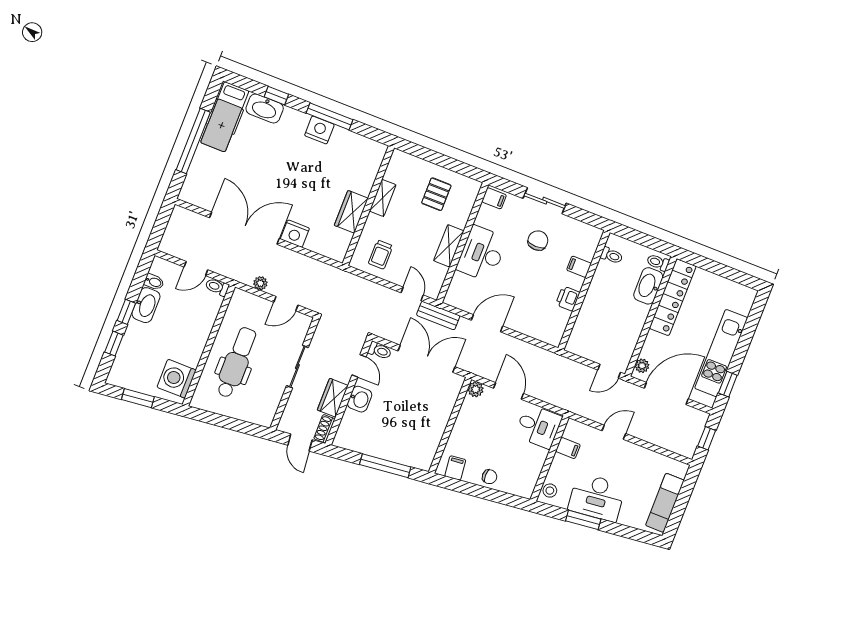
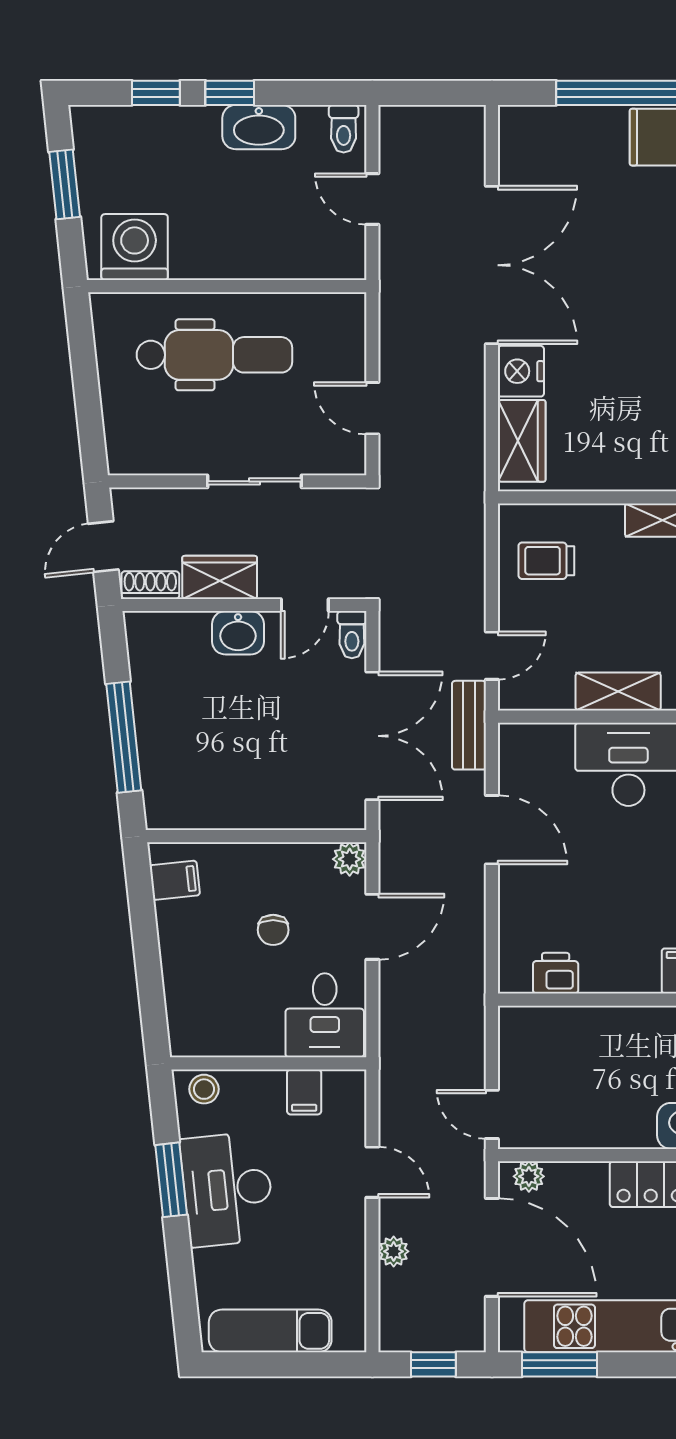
wardrobe: (351, 212) -> (522, 441), moved, turned 90
bidet: (154, 282) -> (312, 125), removed
plant: (260, 283) -> (394, 1251), moved
toilet: (217, 287) -> (344, 129), moved, turned 180
printer: (568, 298) -> (556, 973), moved
window: (728, 384) -> (559, 1364), width x1.50
chair: (490, 477) -> (273, 930), moved

